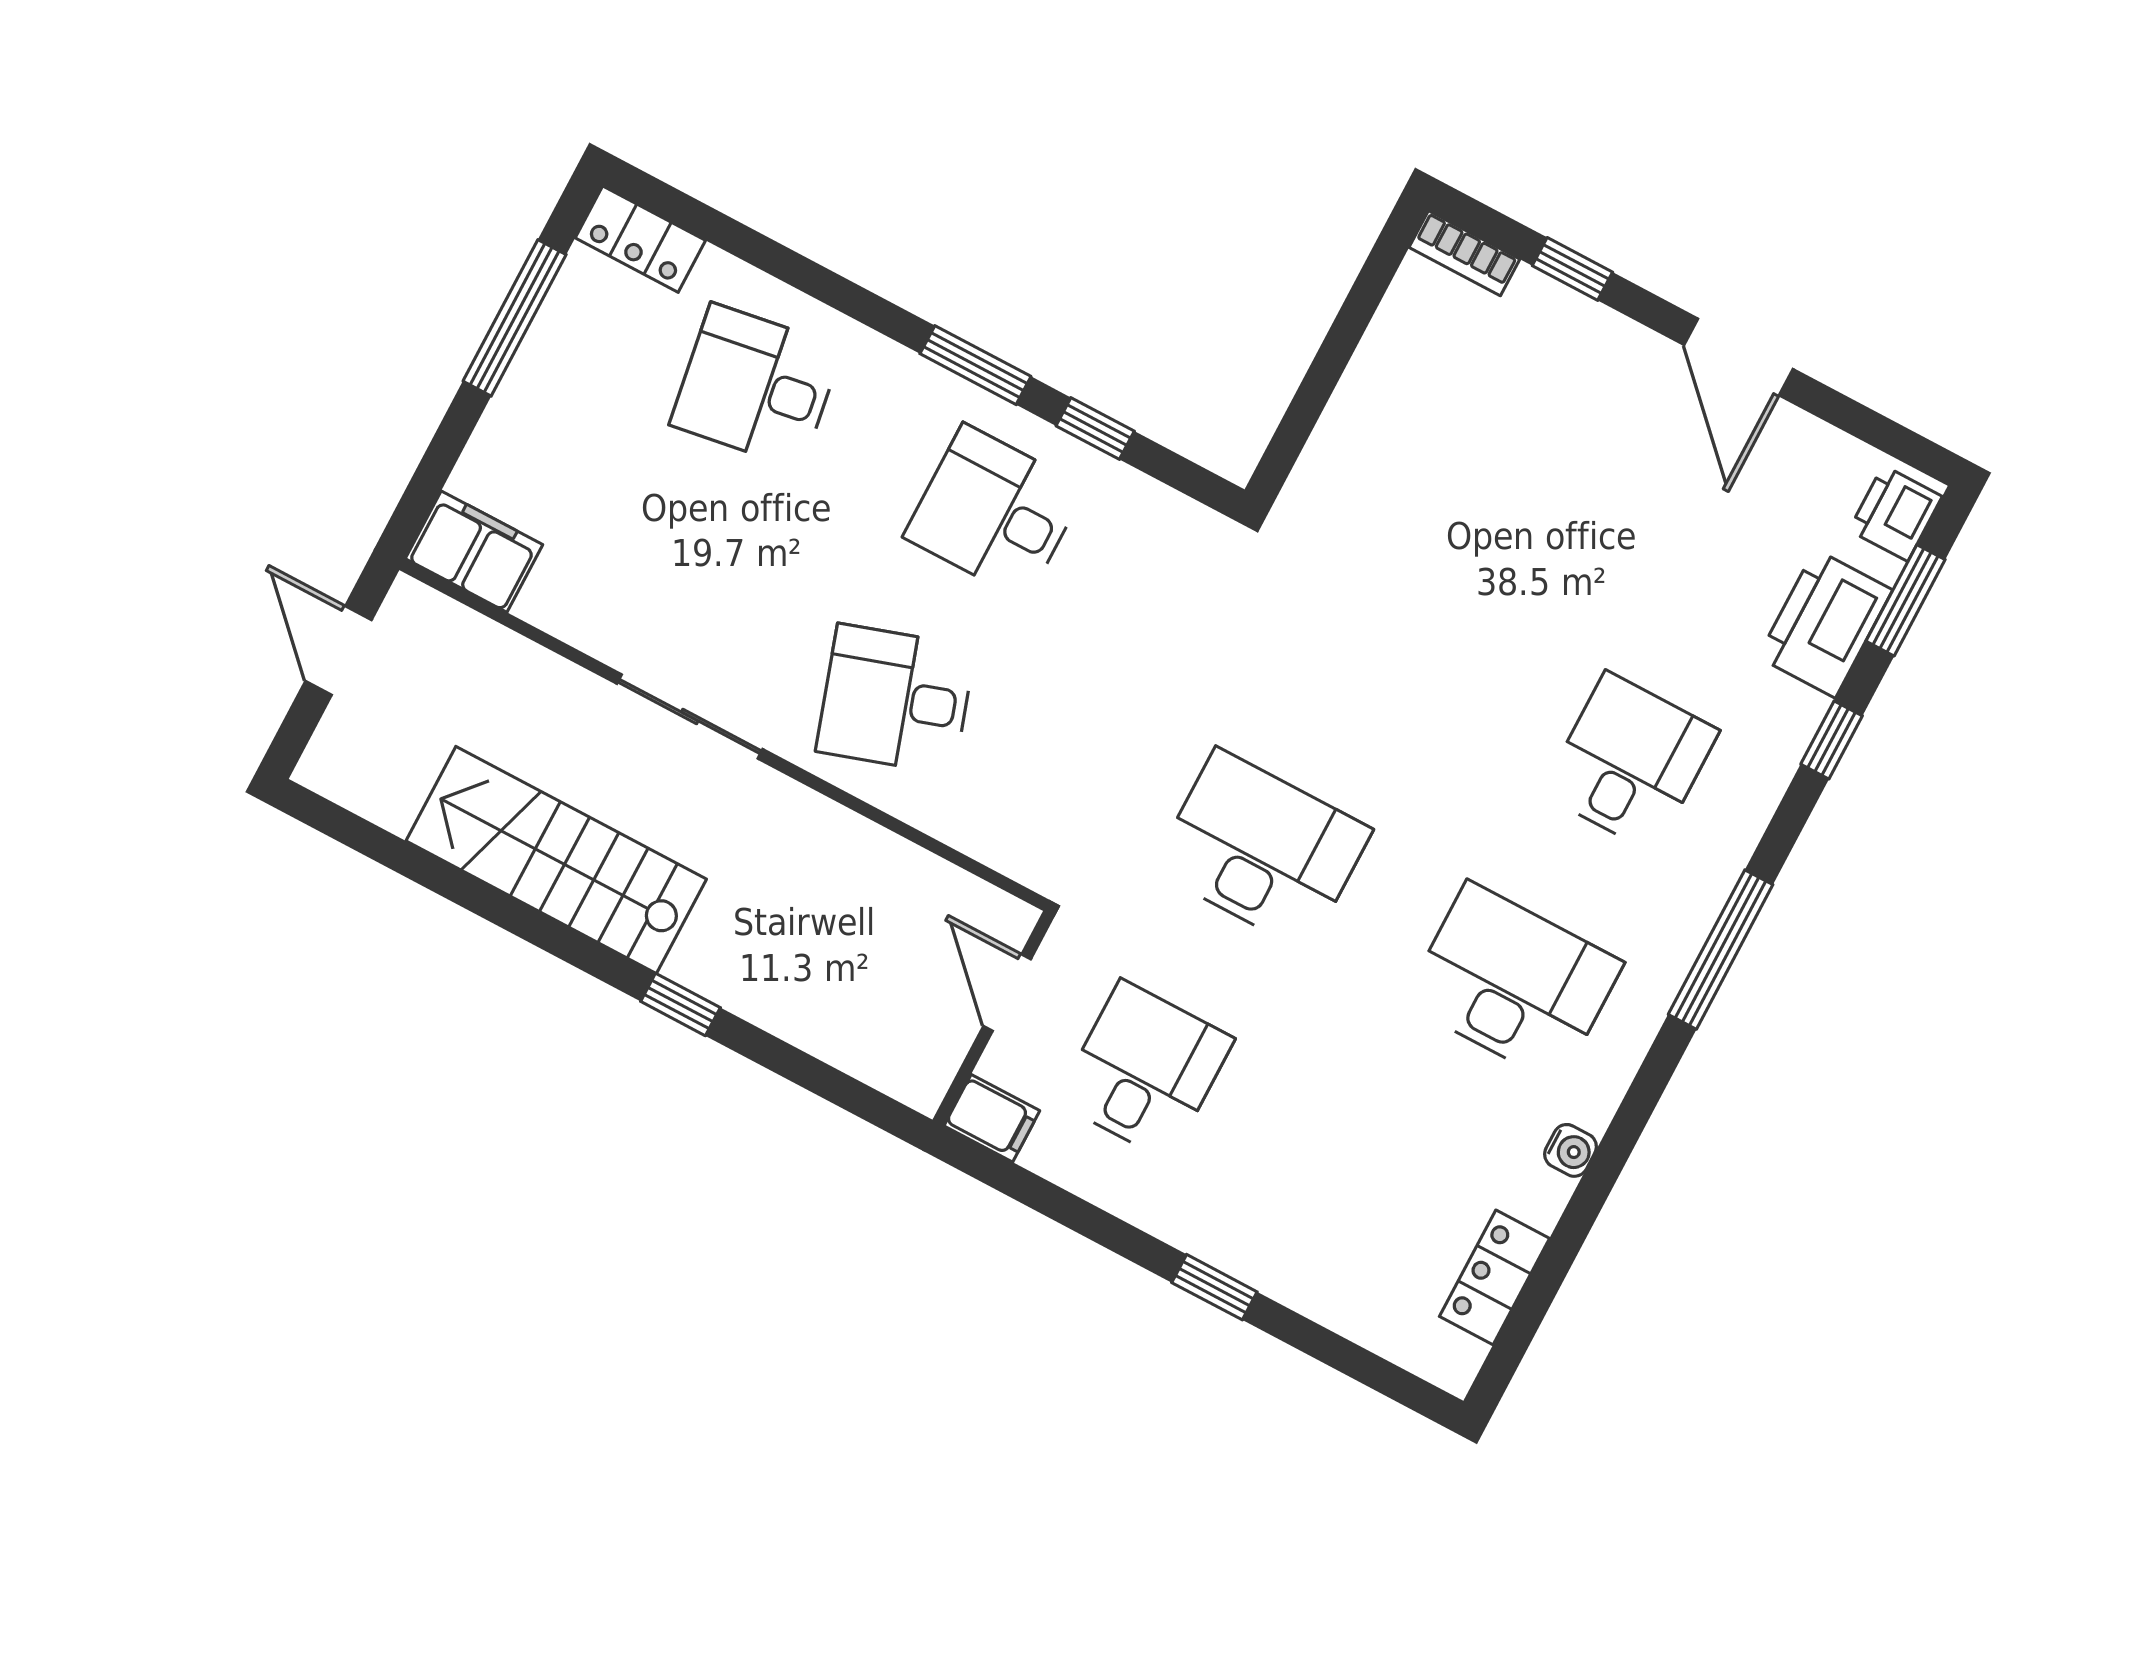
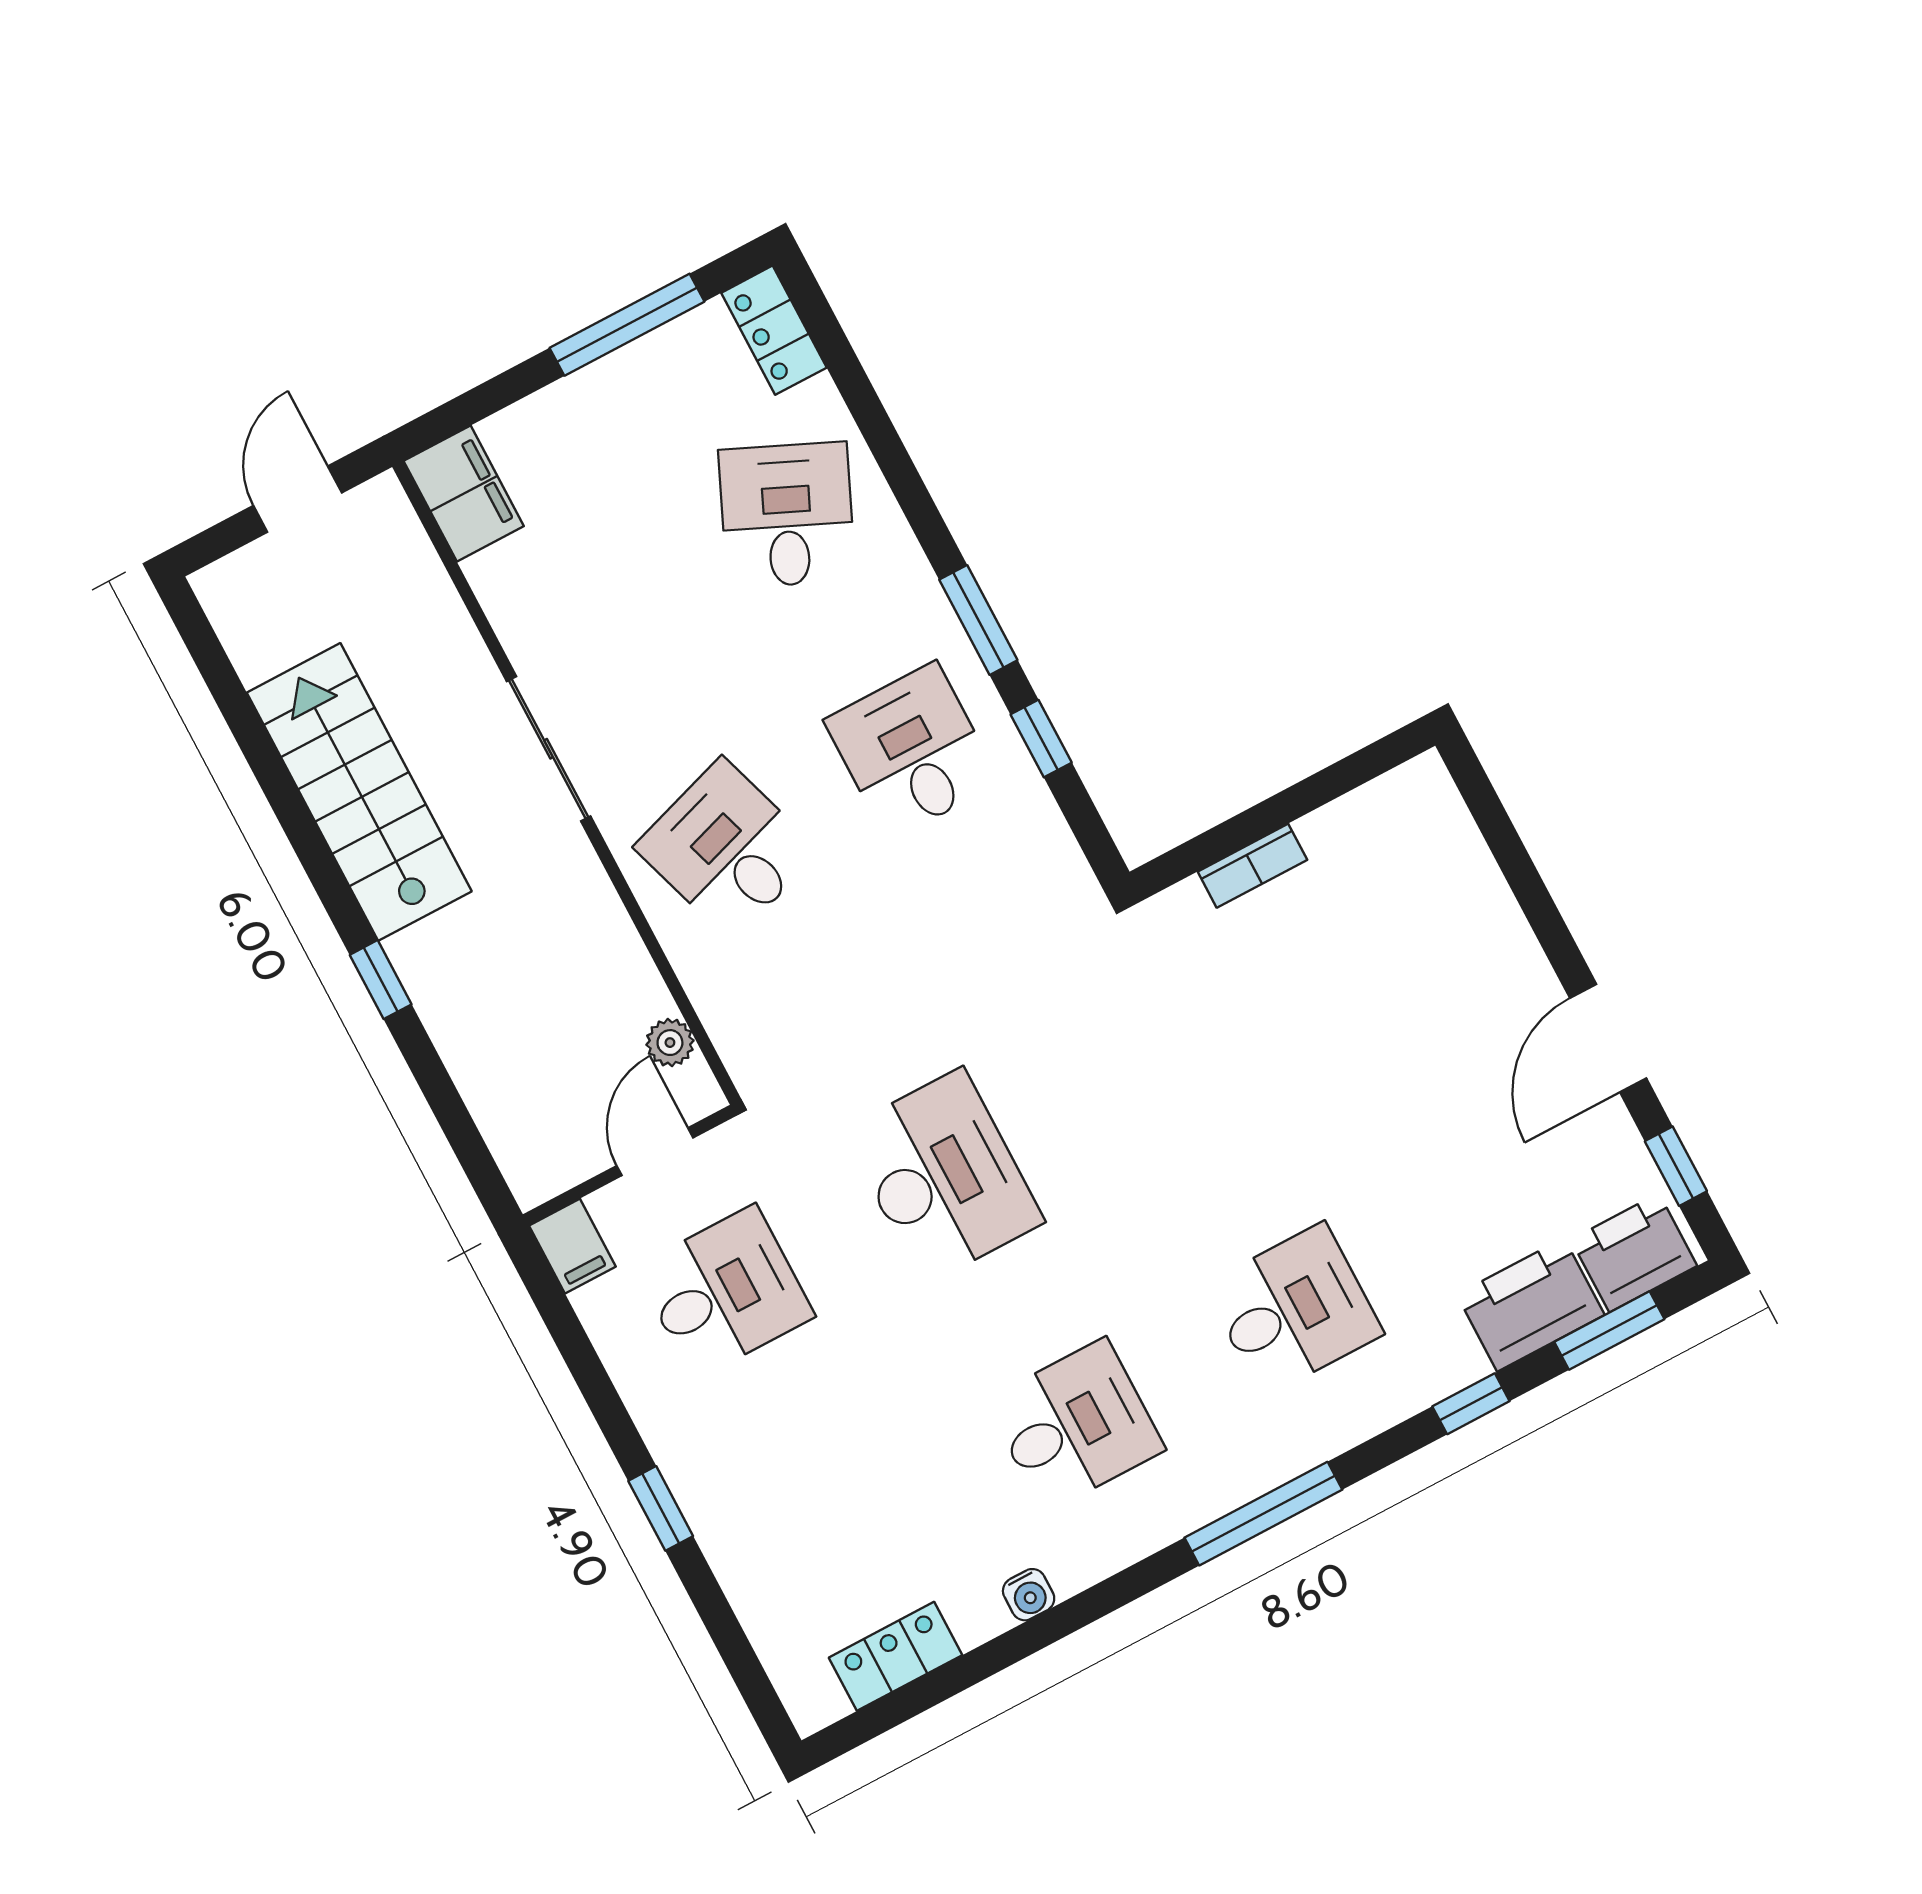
bookcase: (1464, 253) -> (1252, 866), moved, turned -90
window: (1572, 269) -> (1676, 1166), moved
desk: (756, 386) -> (787, 515), turned 33
printer: (1895, 513) -> (1634, 1253), width x1.36, depth x1.24
plant: (958, 893) -> (670, 1043), added
desk: (1513, 983) -> (1075, 1425), width x0.73

